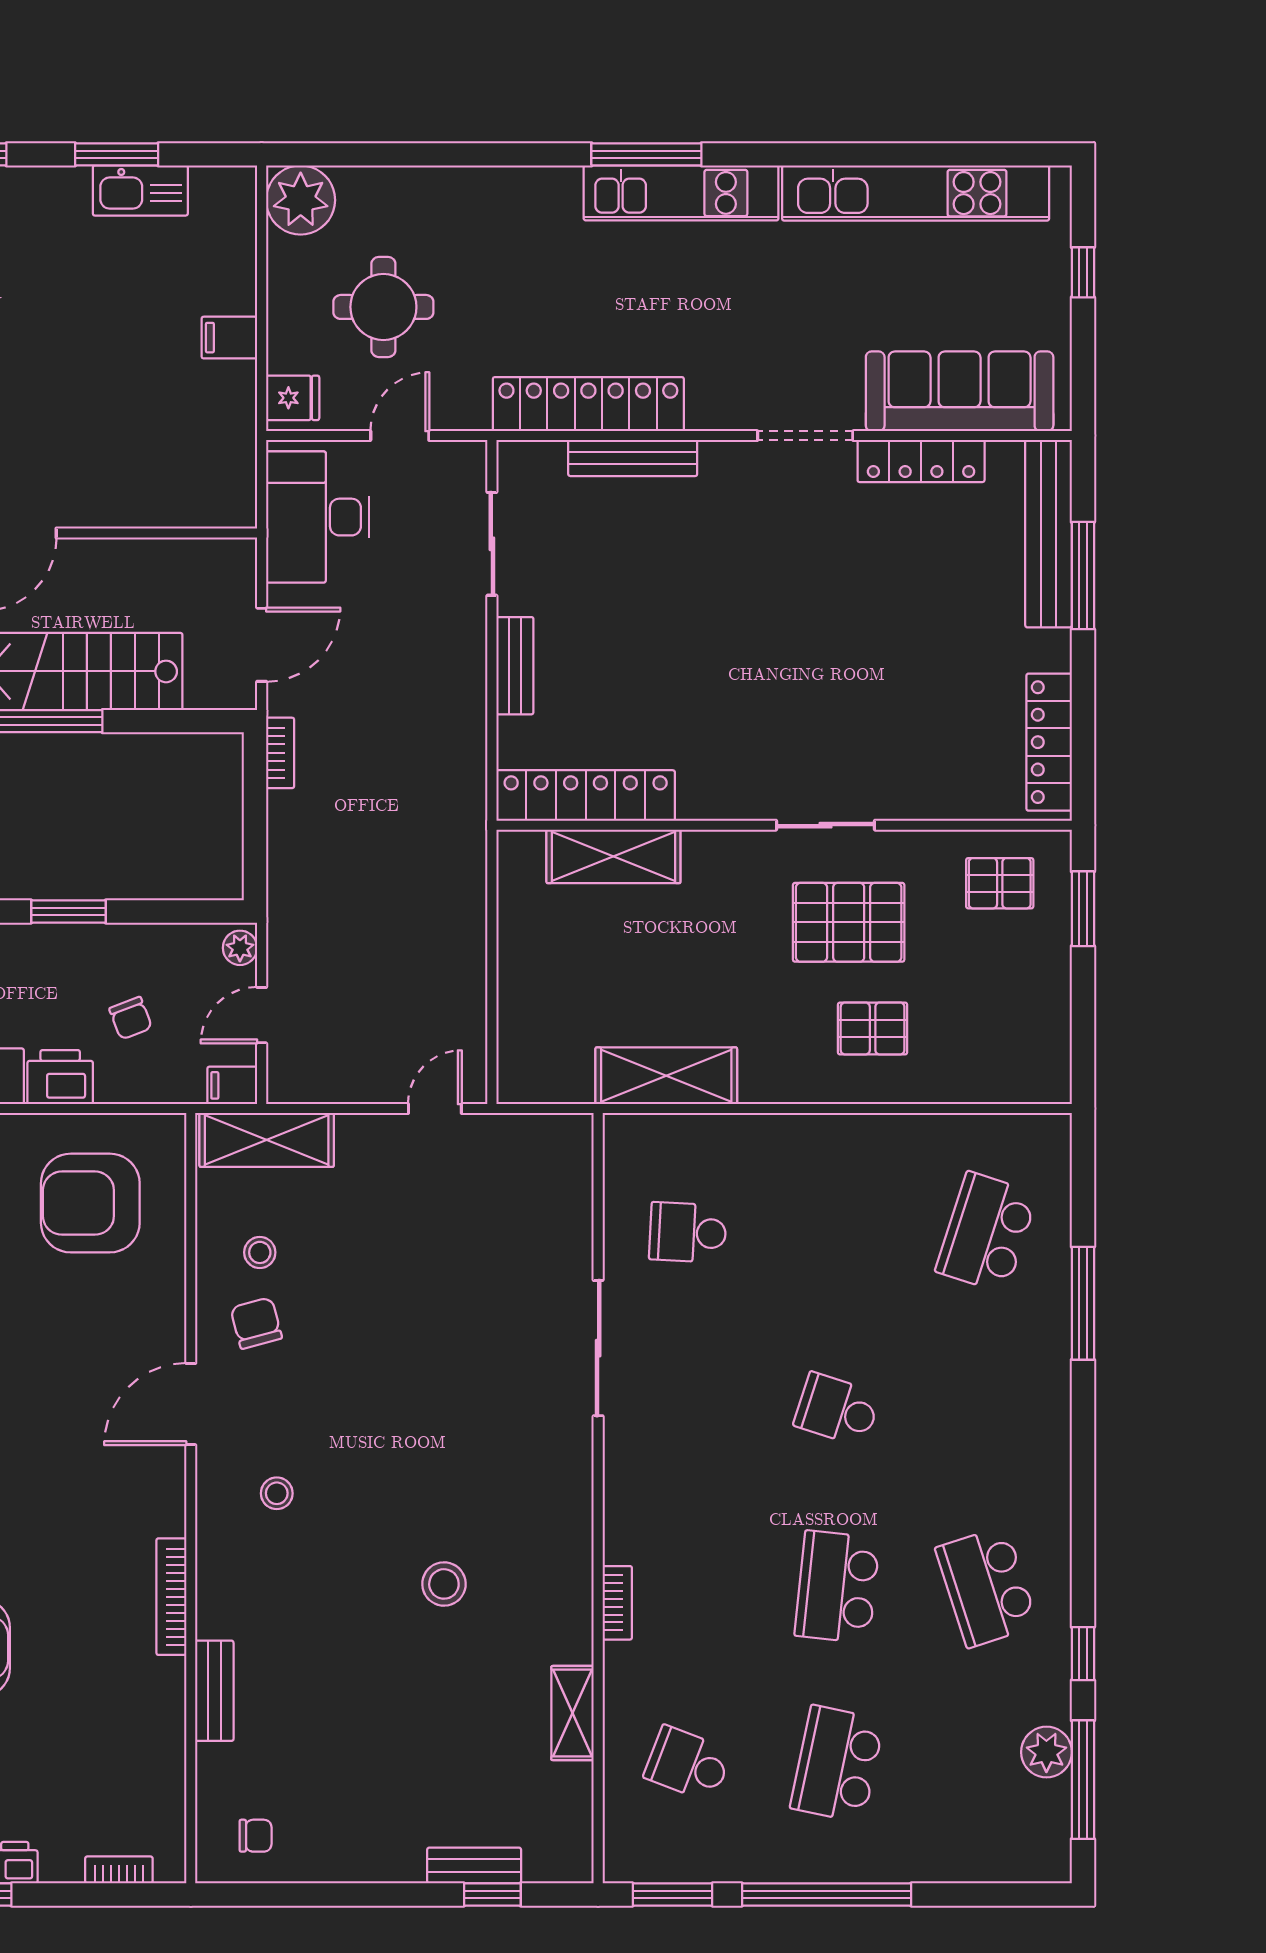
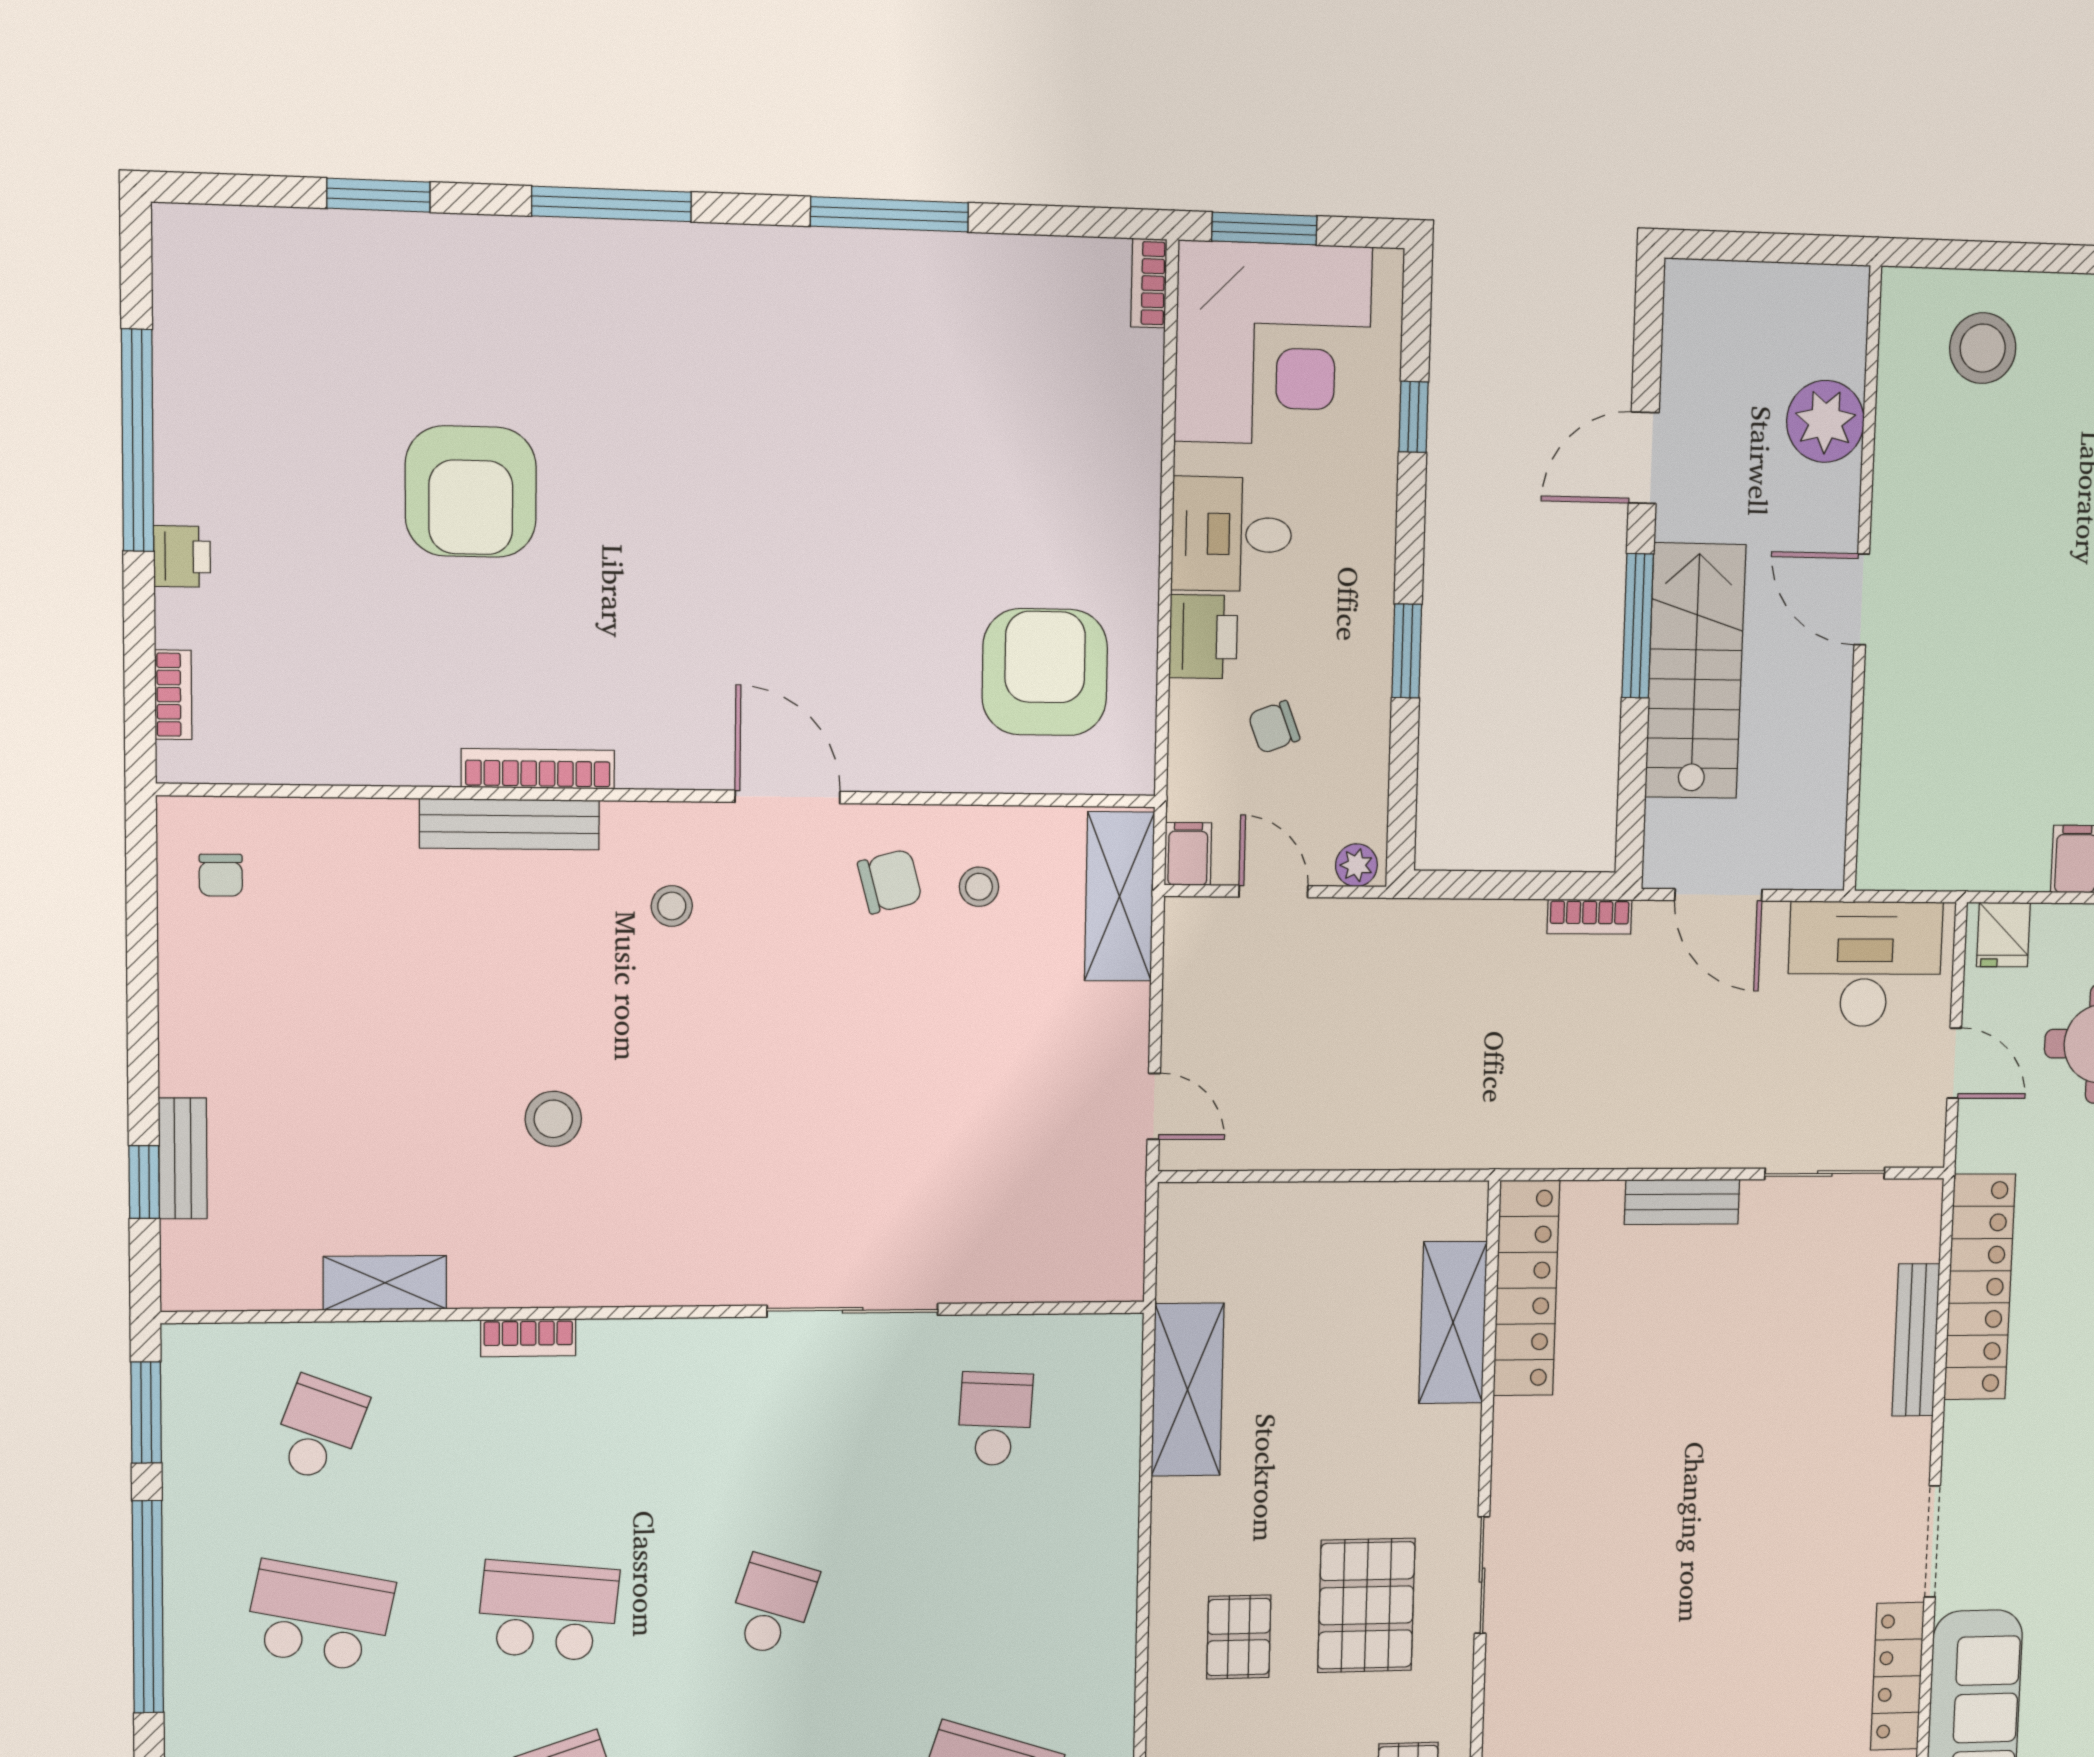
bench: (214, 1691) -> (510, 824), moved, width x1.36

